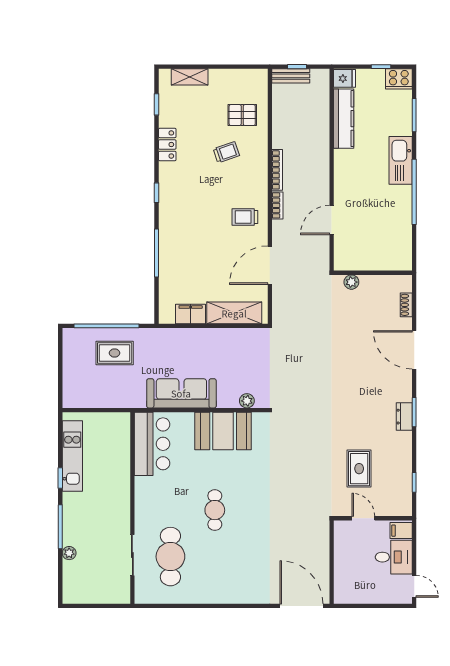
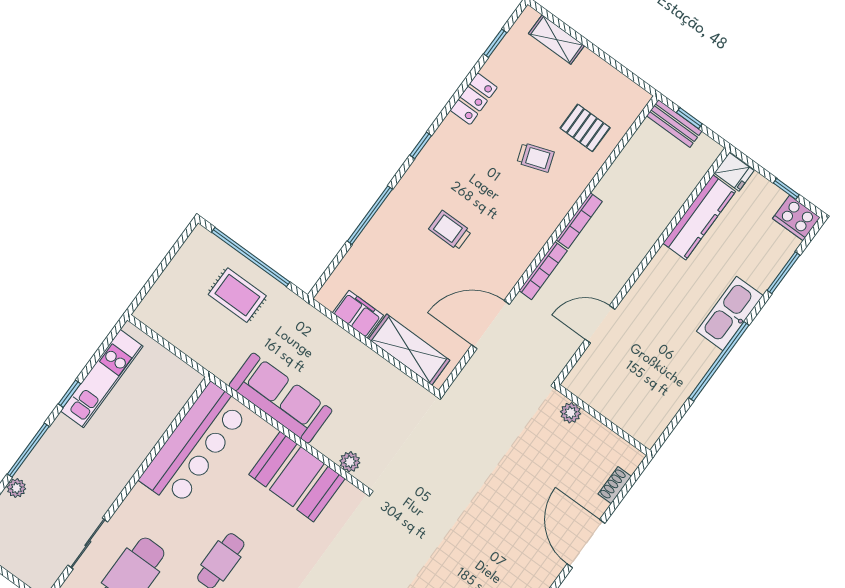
bookcase: (277, 205) -> (543, 271), width x1.56
trolley: (245, 217) -> (450, 230), moved
bar counter: (152, 444) -> (194, 445), width x1.36

